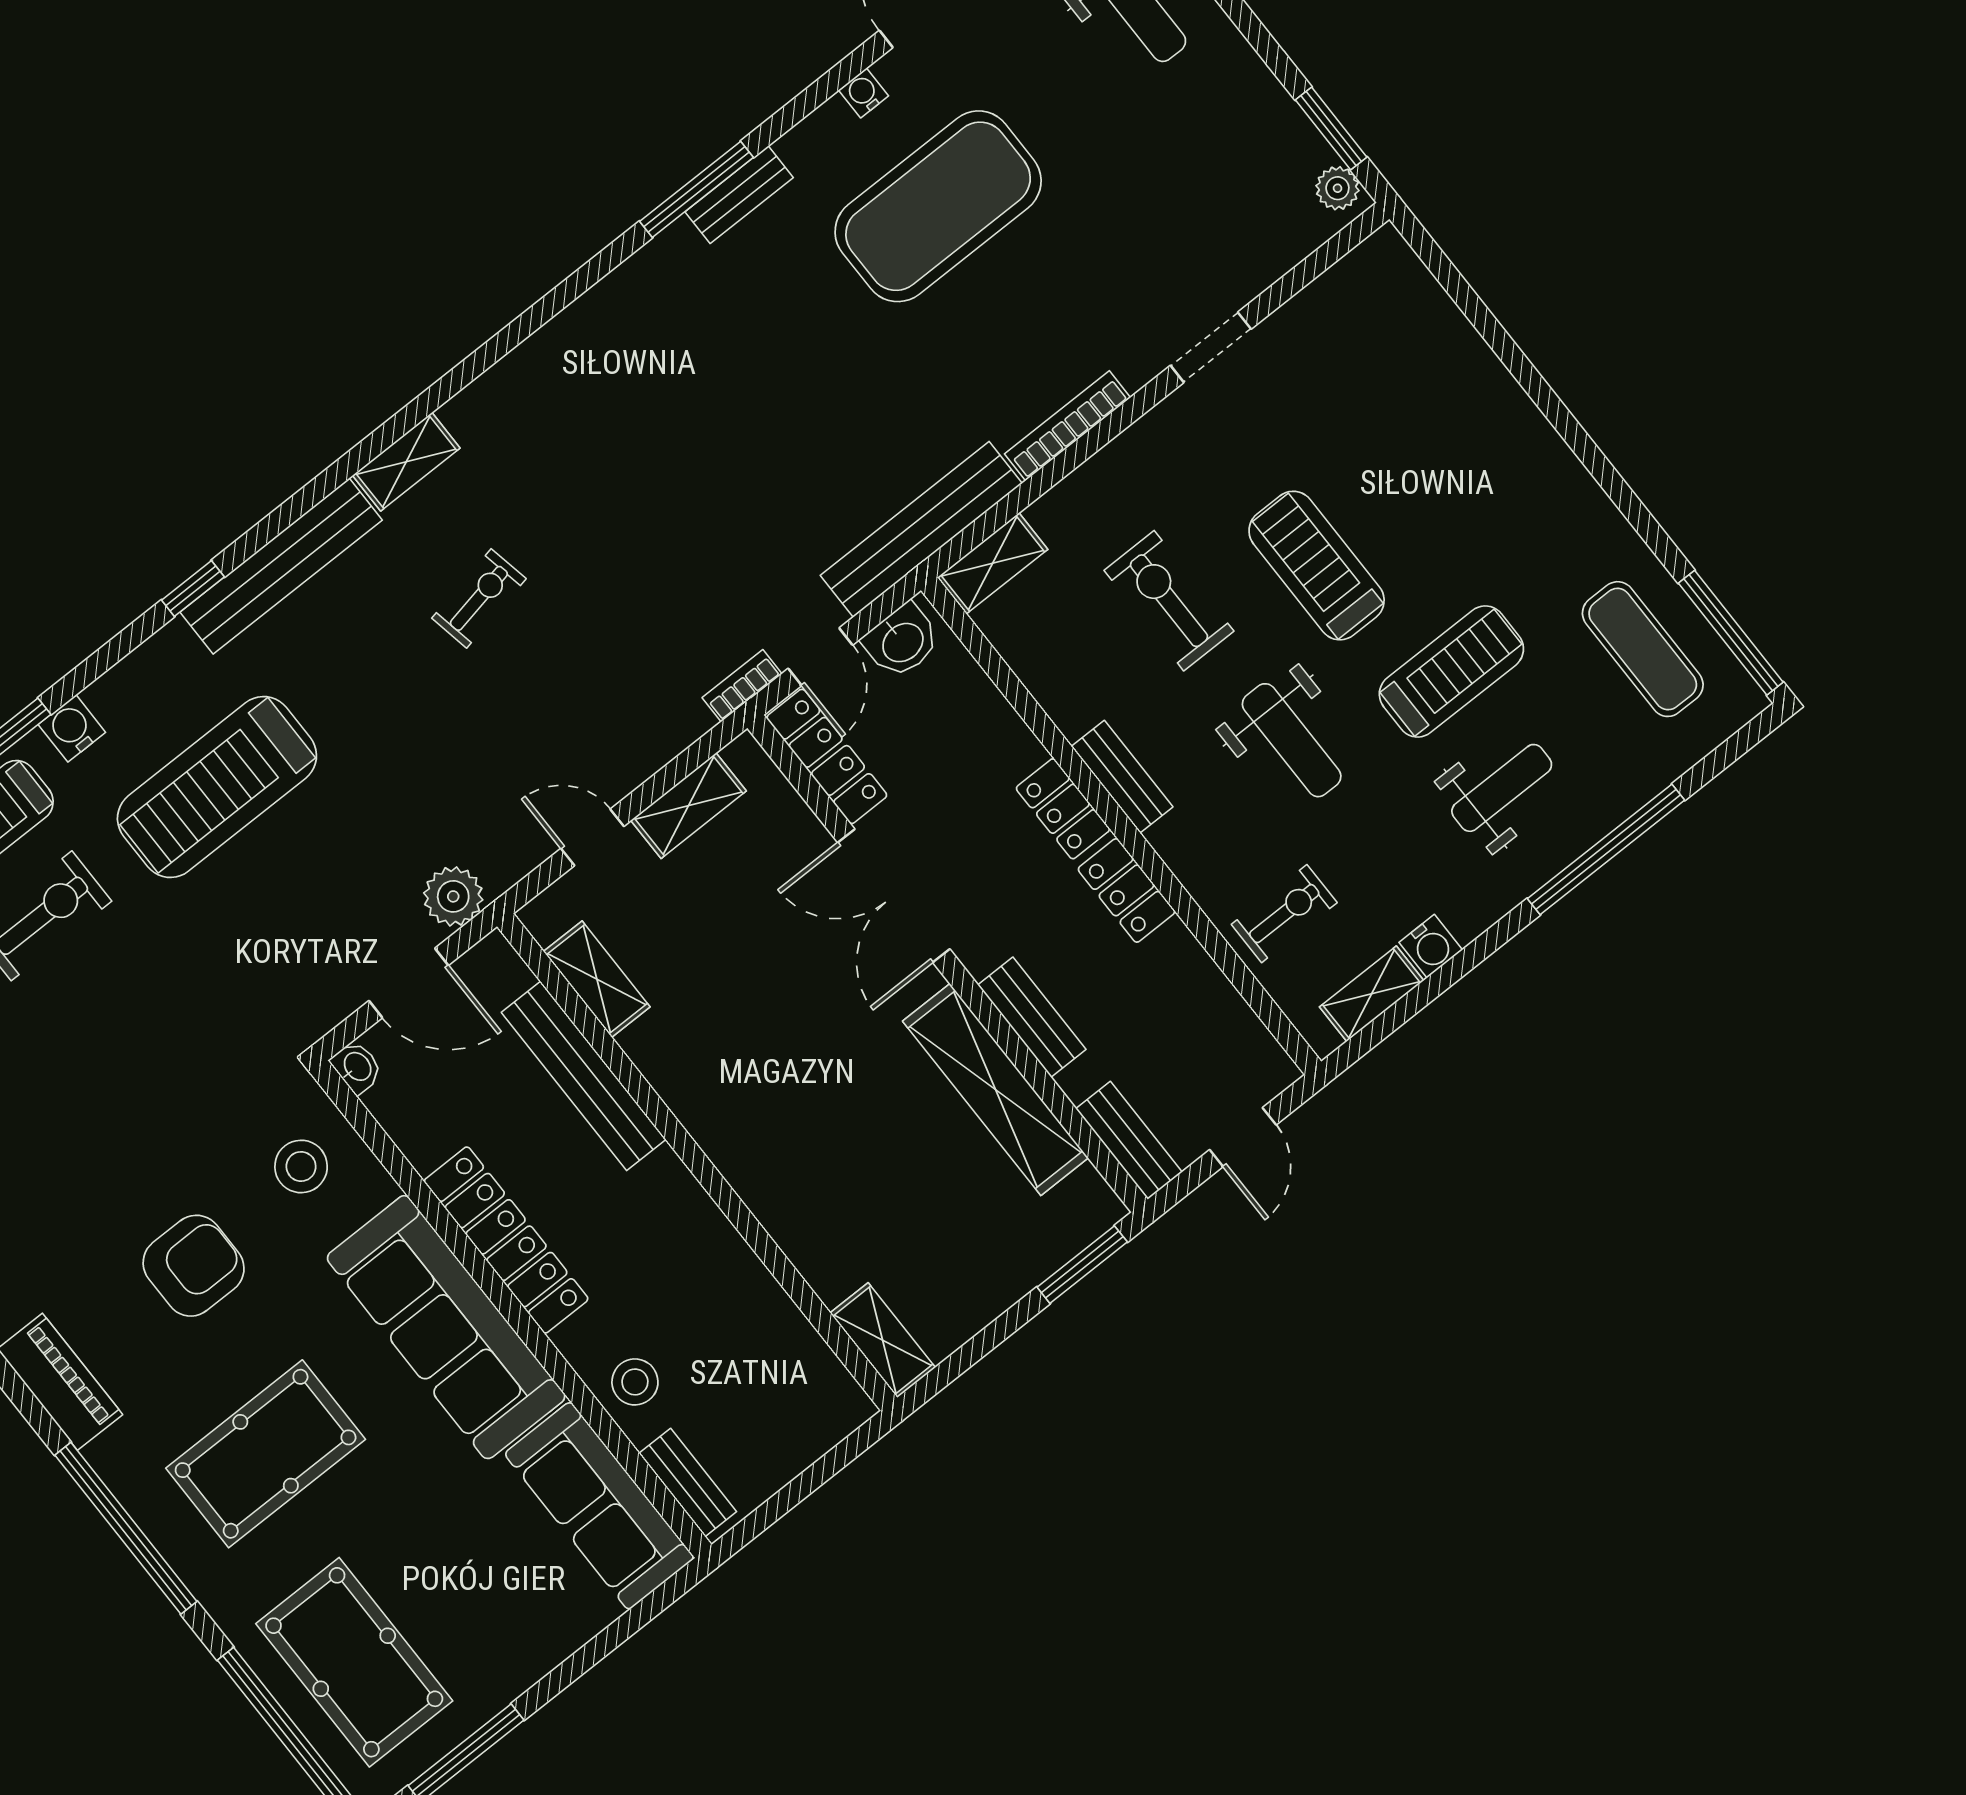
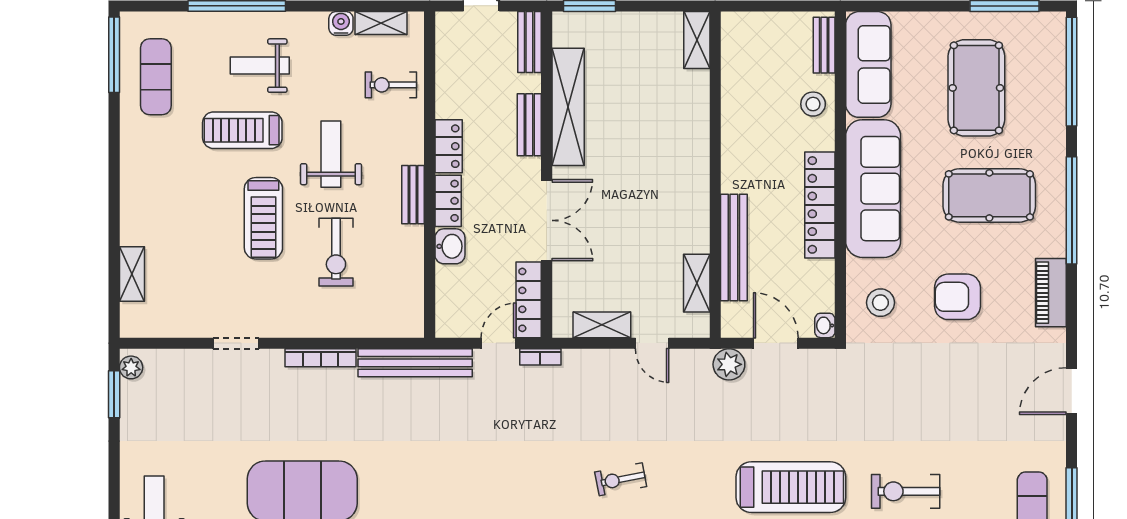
shelving: (993, 563) -> (132, 274), moved, turned 90
washbasin: (902, 641) -> (450, 246), moved, turned 90
pool table: (354, 1662) -> (976, 88), moved

